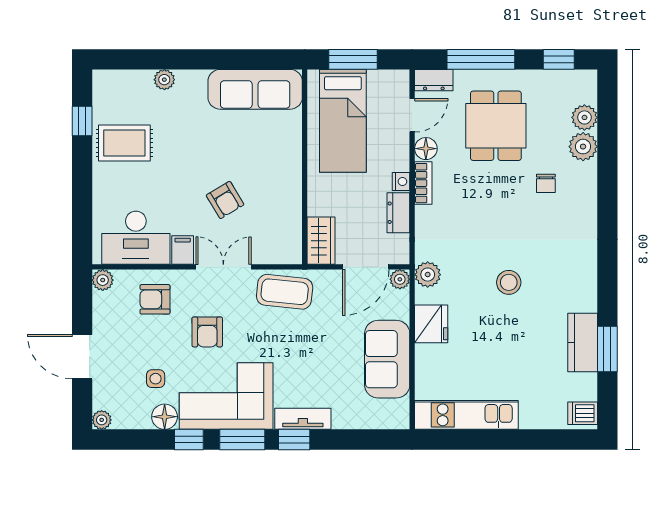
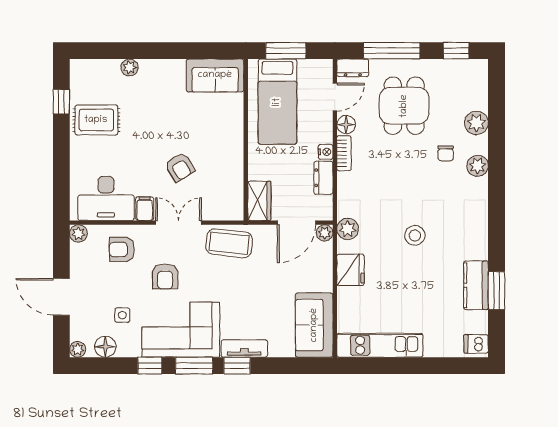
sofa: (255, 89) -> (215, 75), width x0.73
plant: (584, 117) -> (478, 166), moved
sofa: (387, 359) -> (314, 325), moved
floor lamp: (165, 417) -> (105, 347), moved

